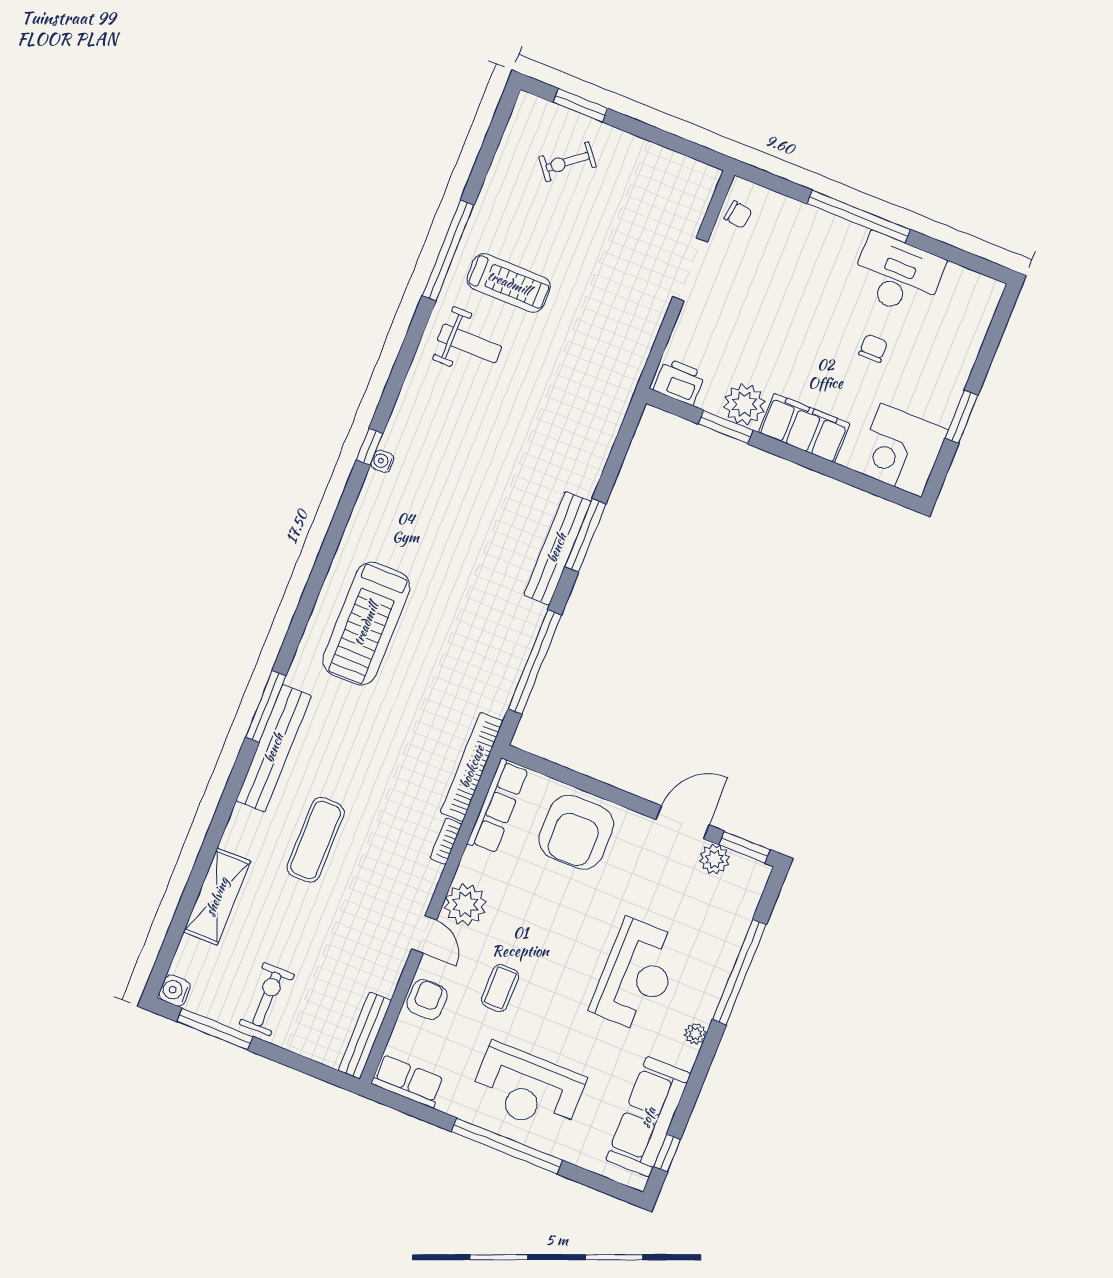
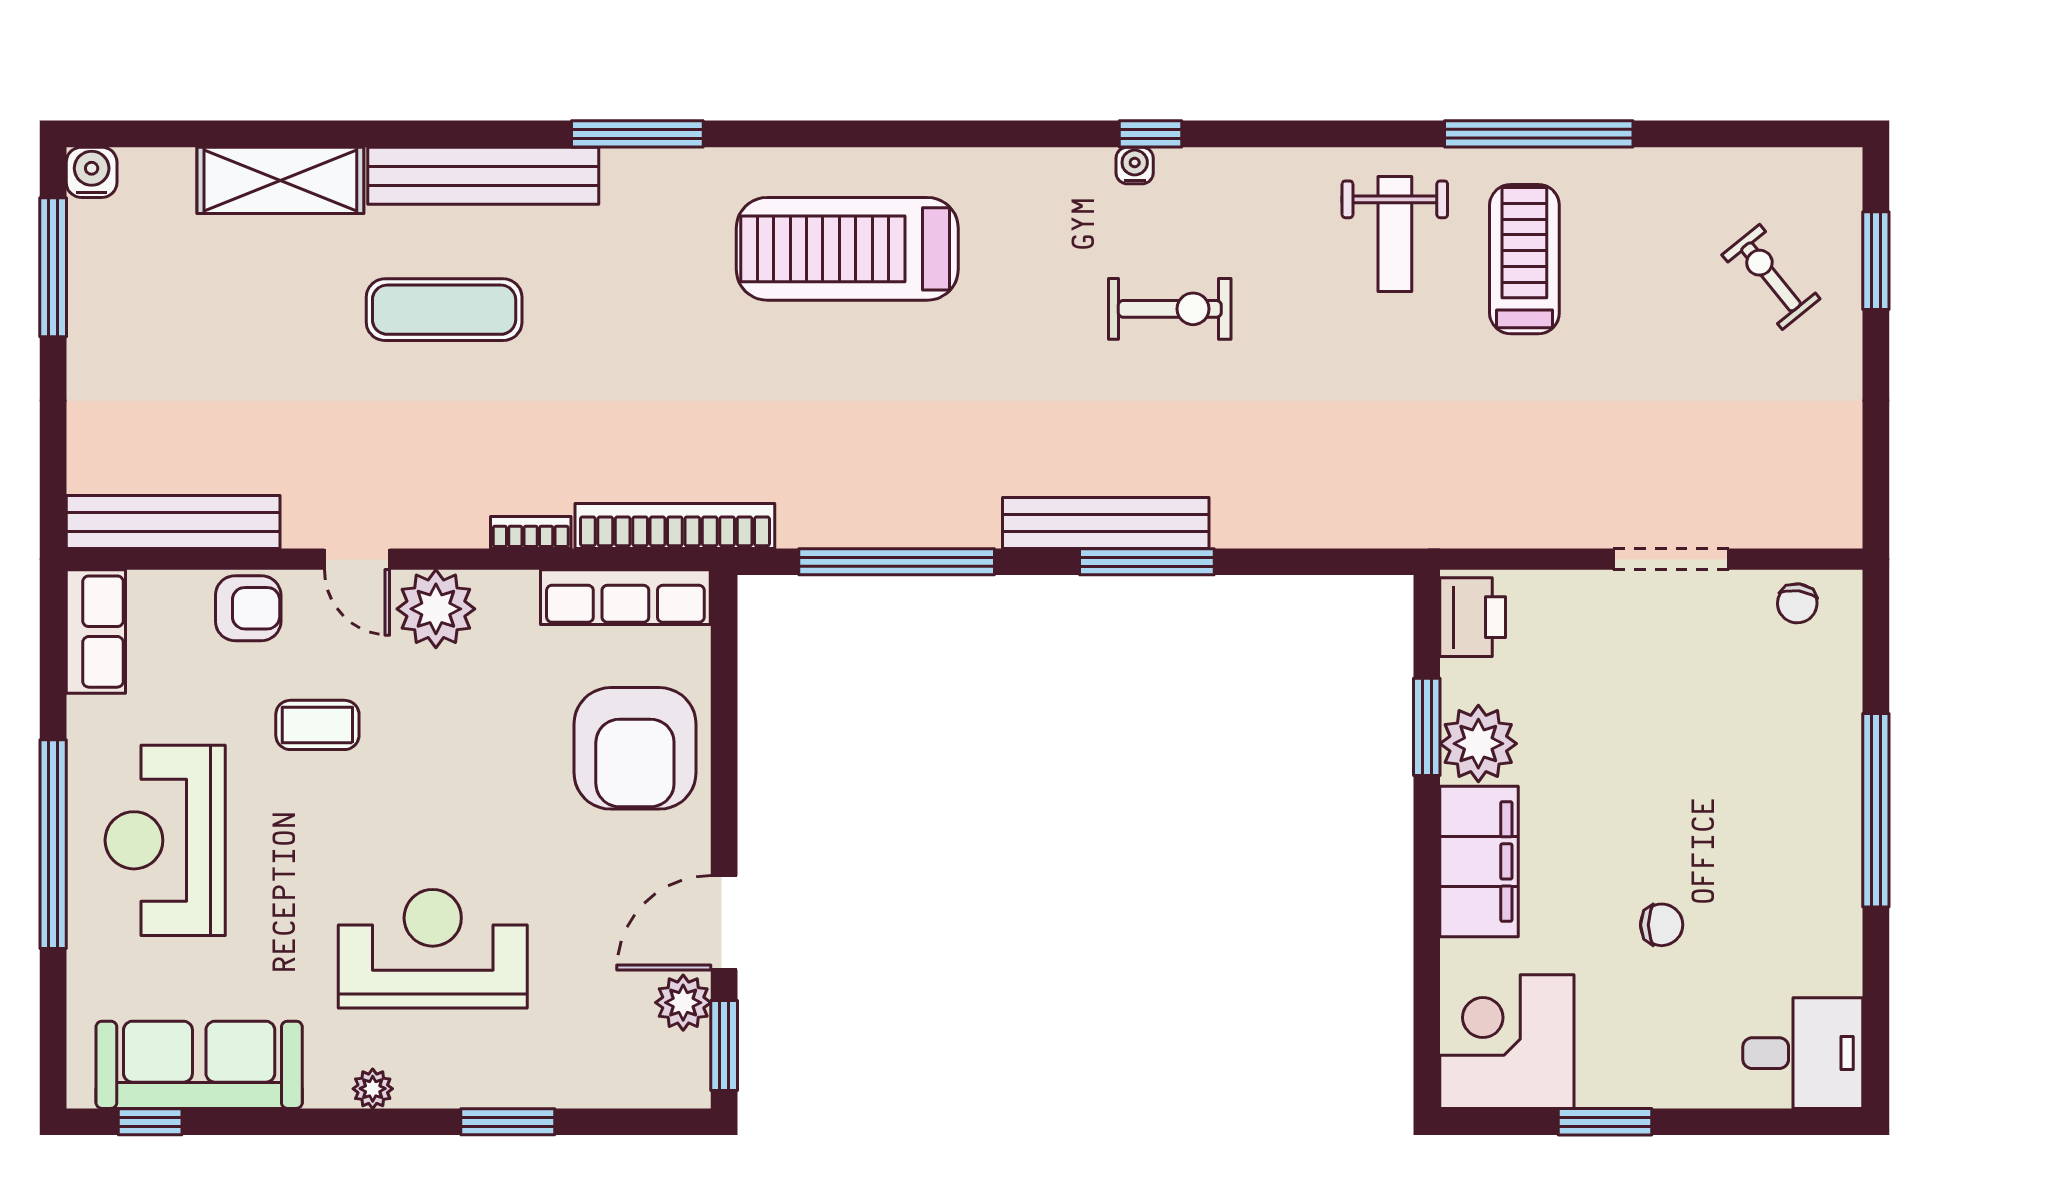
desk: (897, 275) -> (1803, 1053), moved, width x0.73
treadmill: (509, 283) -> (1524, 259), turned 180
bench: (274, 748) -> (483, 176), moved
door: (682, 822) -> (724, 923), swing flipped
armchair: (576, 832) -> (635, 748), turned -90
door: (424, 934) -> (357, 559), hinge flipped
window: (739, 972) -> (508, 1122), width x0.47
reception desk: (637, 975) -> (433, 949), turned 180
exercise bike: (267, 999) -> (1170, 309), moved
bench: (365, 1035) -> (173, 522), width x1.37, depth x1.21

